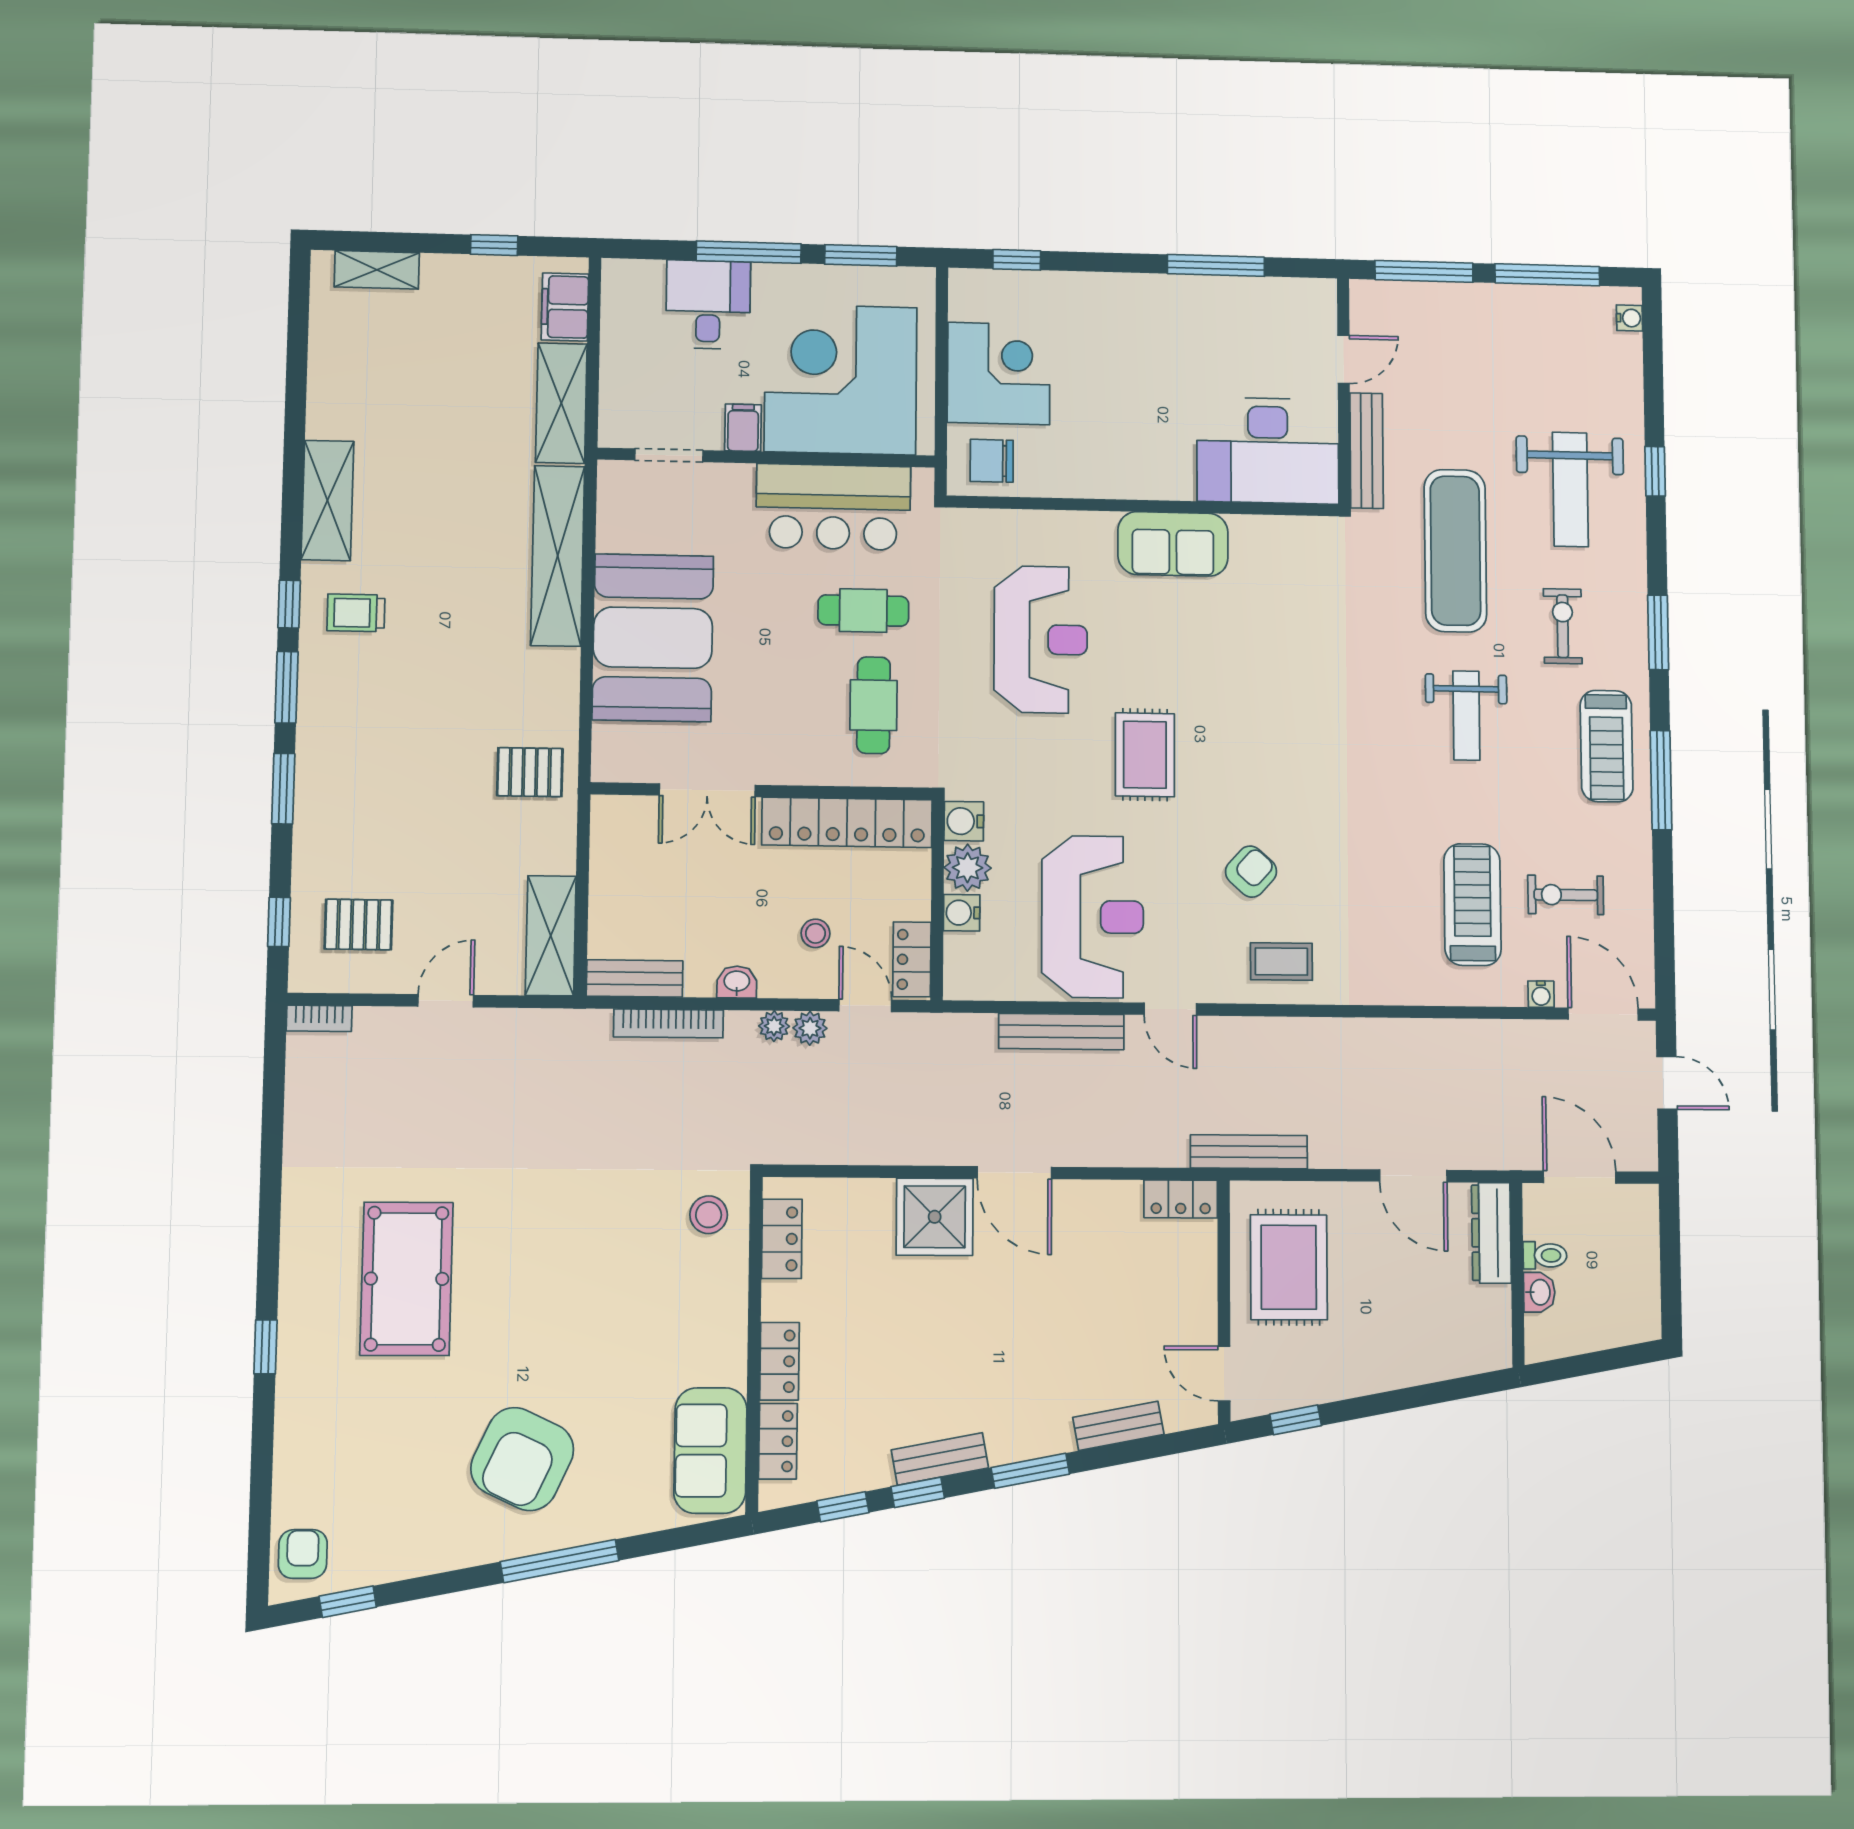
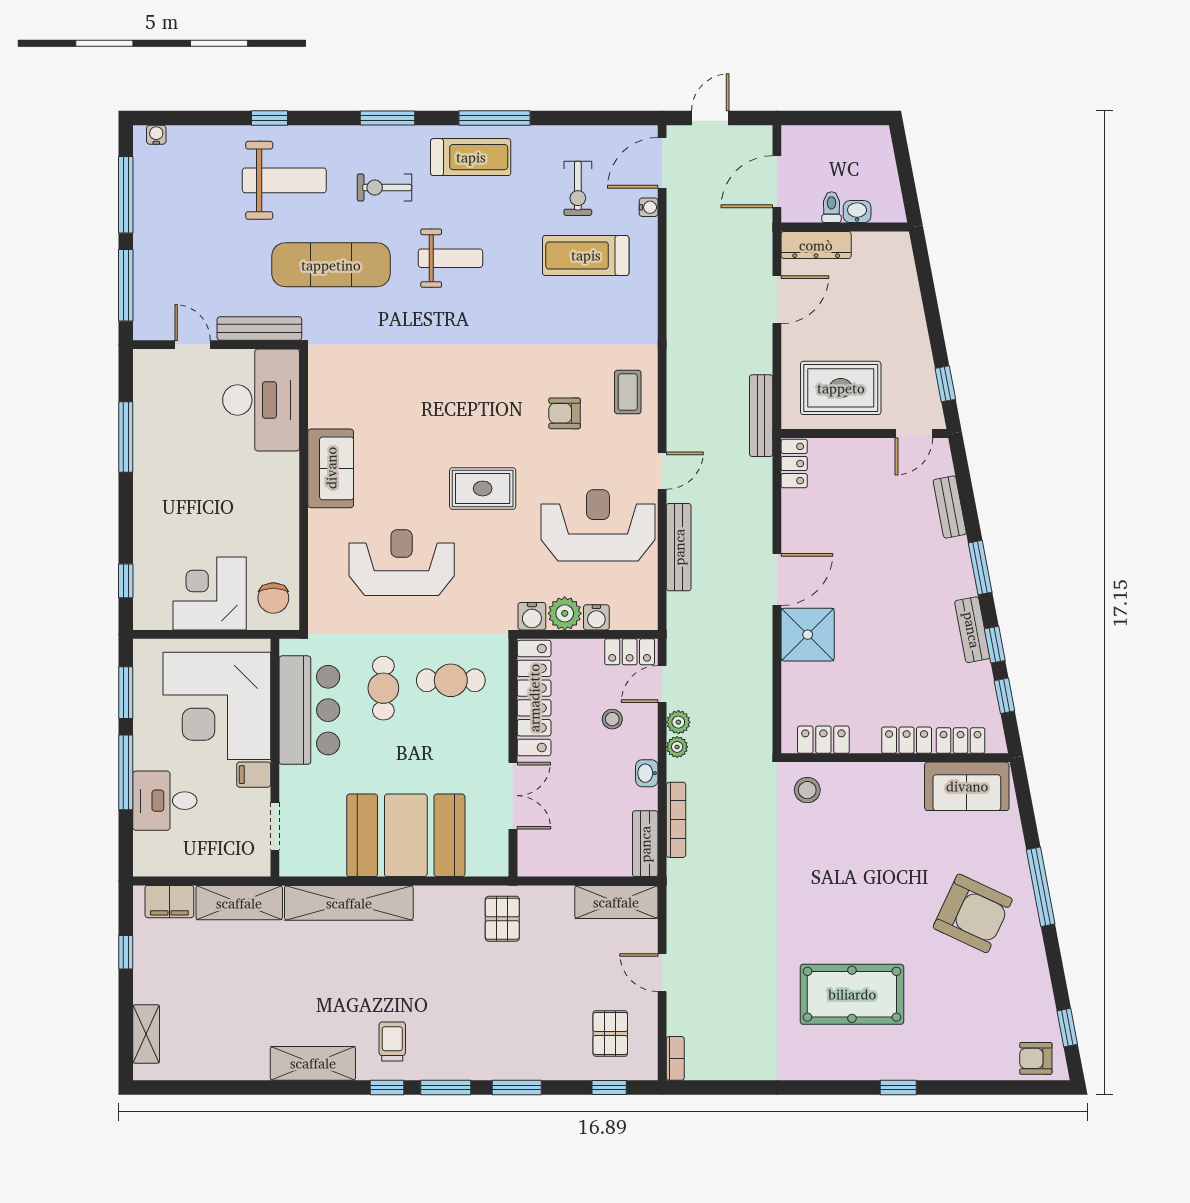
trolley: (356, 613) -> (392, 1041), turned 180
armchair: (1251, 872) -> (565, 413), turned -42

